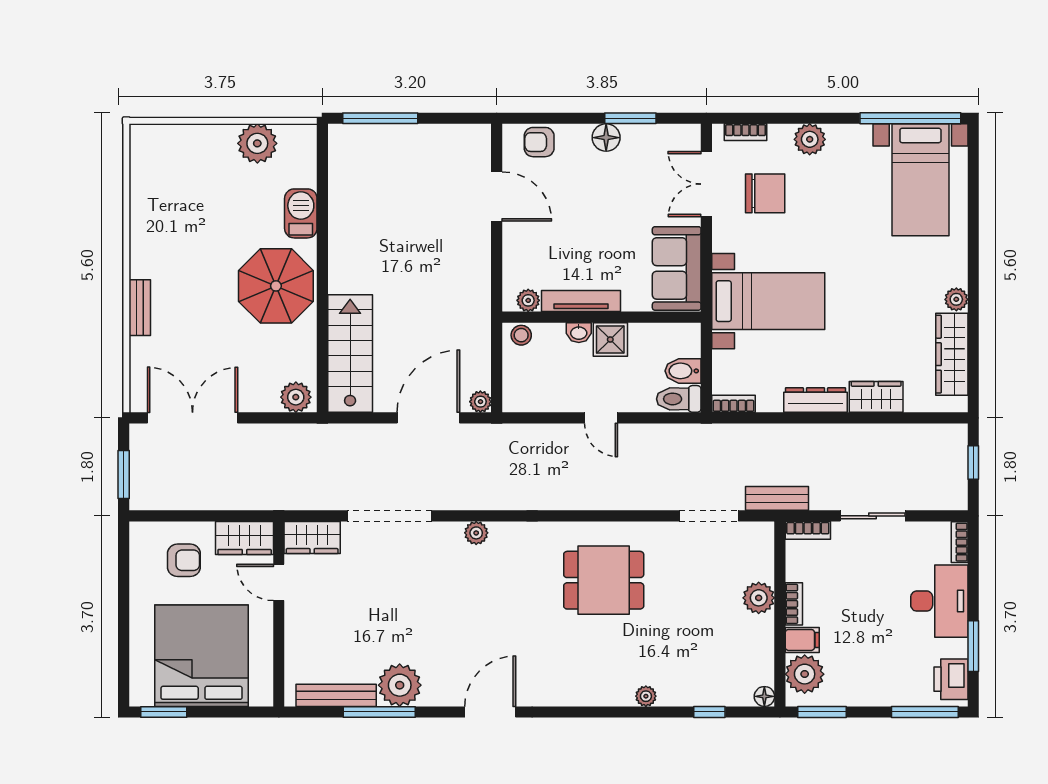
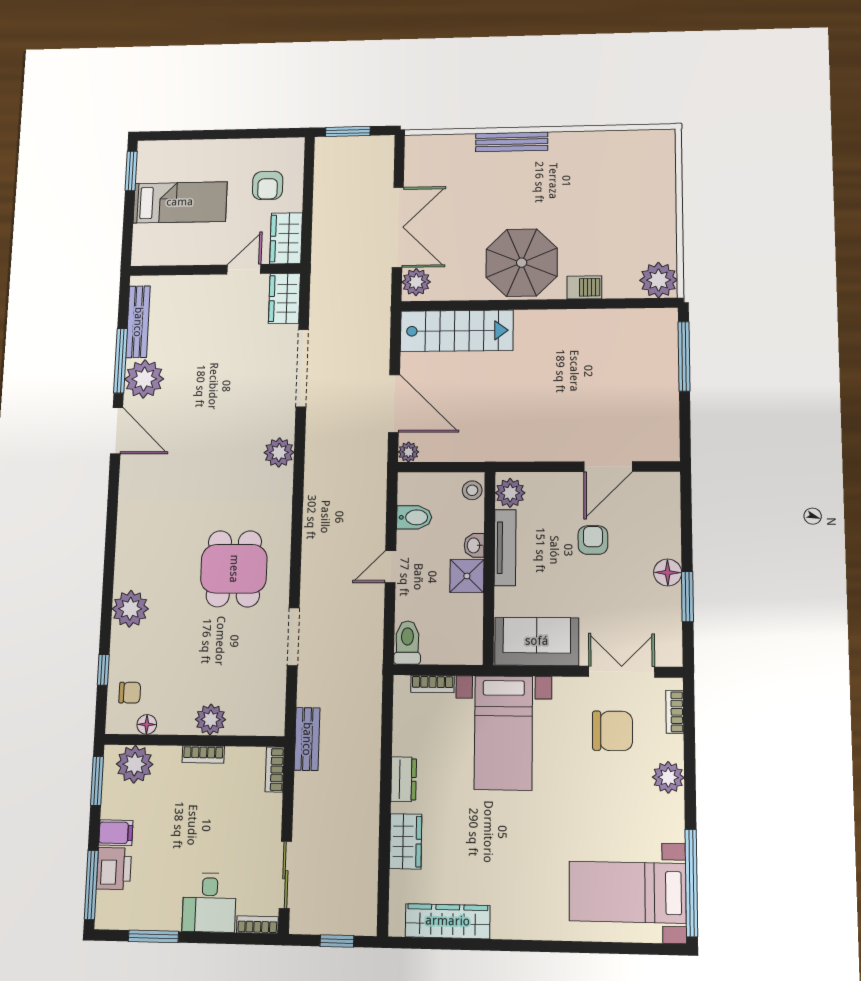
armchair: (539, 142) -> (593, 540), moved
plant: (257, 143) -> (659, 280), moved
chair: (765, 193) -> (613, 731), turned -90
barbecue: (301, 213) -> (584, 287), width x0.73, depth x0.79
plant: (956, 299) -> (504, 927), removed
plant: (528, 300) -> (510, 493), width x1.38, depth x1.38
bench: (140, 308) -> (512, 142), width x1.36
bidet: (683, 371) -> (414, 517), moved, turned 90
dresser: (815, 400) -> (404, 779), width x0.70
bookcase: (734, 404) -> (433, 684), moved, turned 90
double door: (193, 418) -> (398, 227), moved
doorway: (709, 516) -> (293, 637), moved
sliding door: (873, 516) -> (285, 875), moved
plant: (476, 533) -> (279, 452), width x1.38, depth x1.38
desk: (939, 601) -> (209, 903), width x0.73
filing cabinet: (802, 640) -> (116, 833), moved, turned -90
bed: (202, 656) -> (180, 202), width x0.49
printer: (951, 679) -> (114, 869), moved, turned 90
chair: (732, 683) -> (130, 693), added
plant: (646, 696) -> (130, 609), width x1.88, depth x1.88
floor lamp: (764, 696) -> (147, 724), moved
door: (490, 712) -> (117, 431), moved

